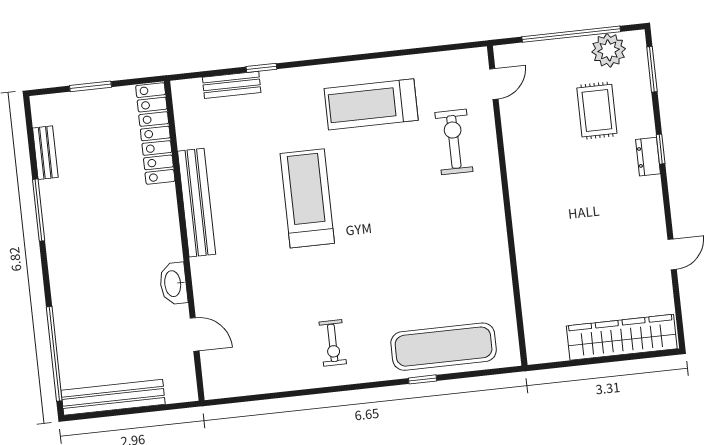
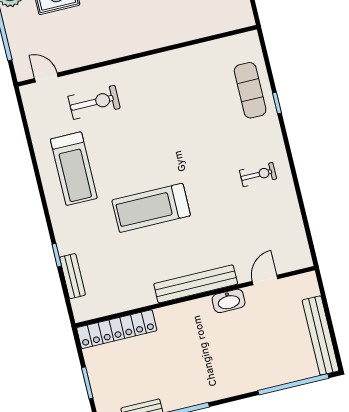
exercise bike: (454, 142) -> (94, 102), turned 180
bench: (197, 203) -> (196, 284), moved
exercise mat: (444, 347) -> (250, 90), width x0.73, depth x0.69

